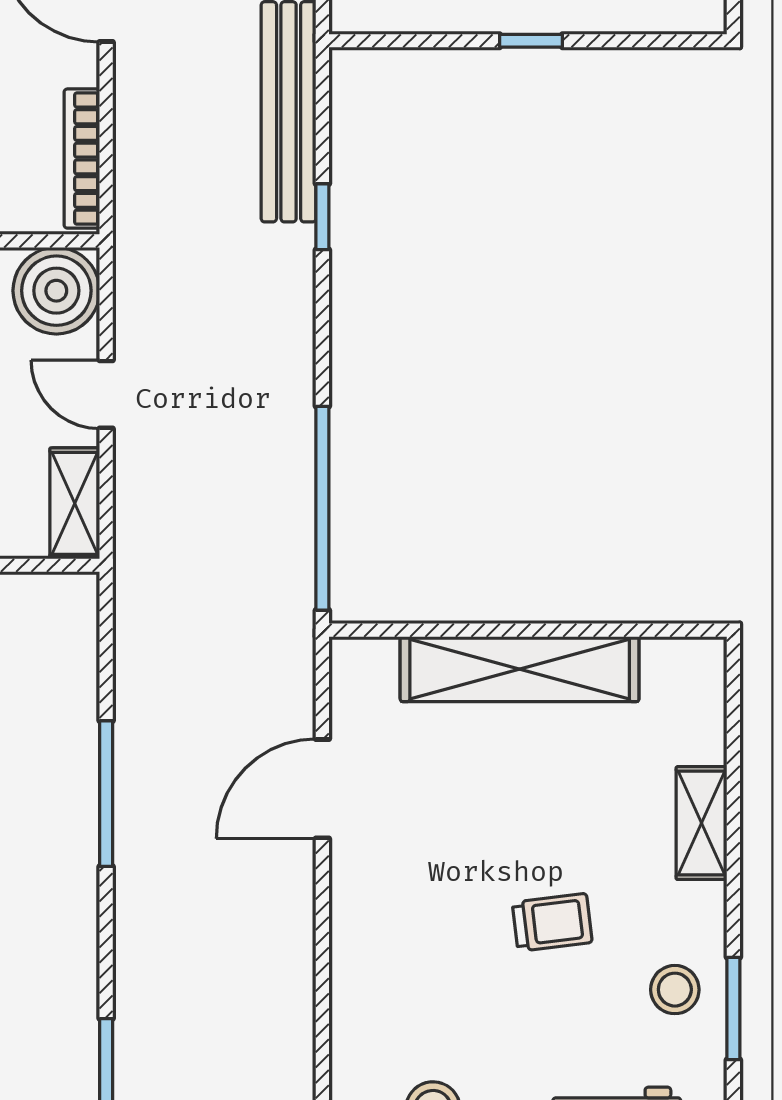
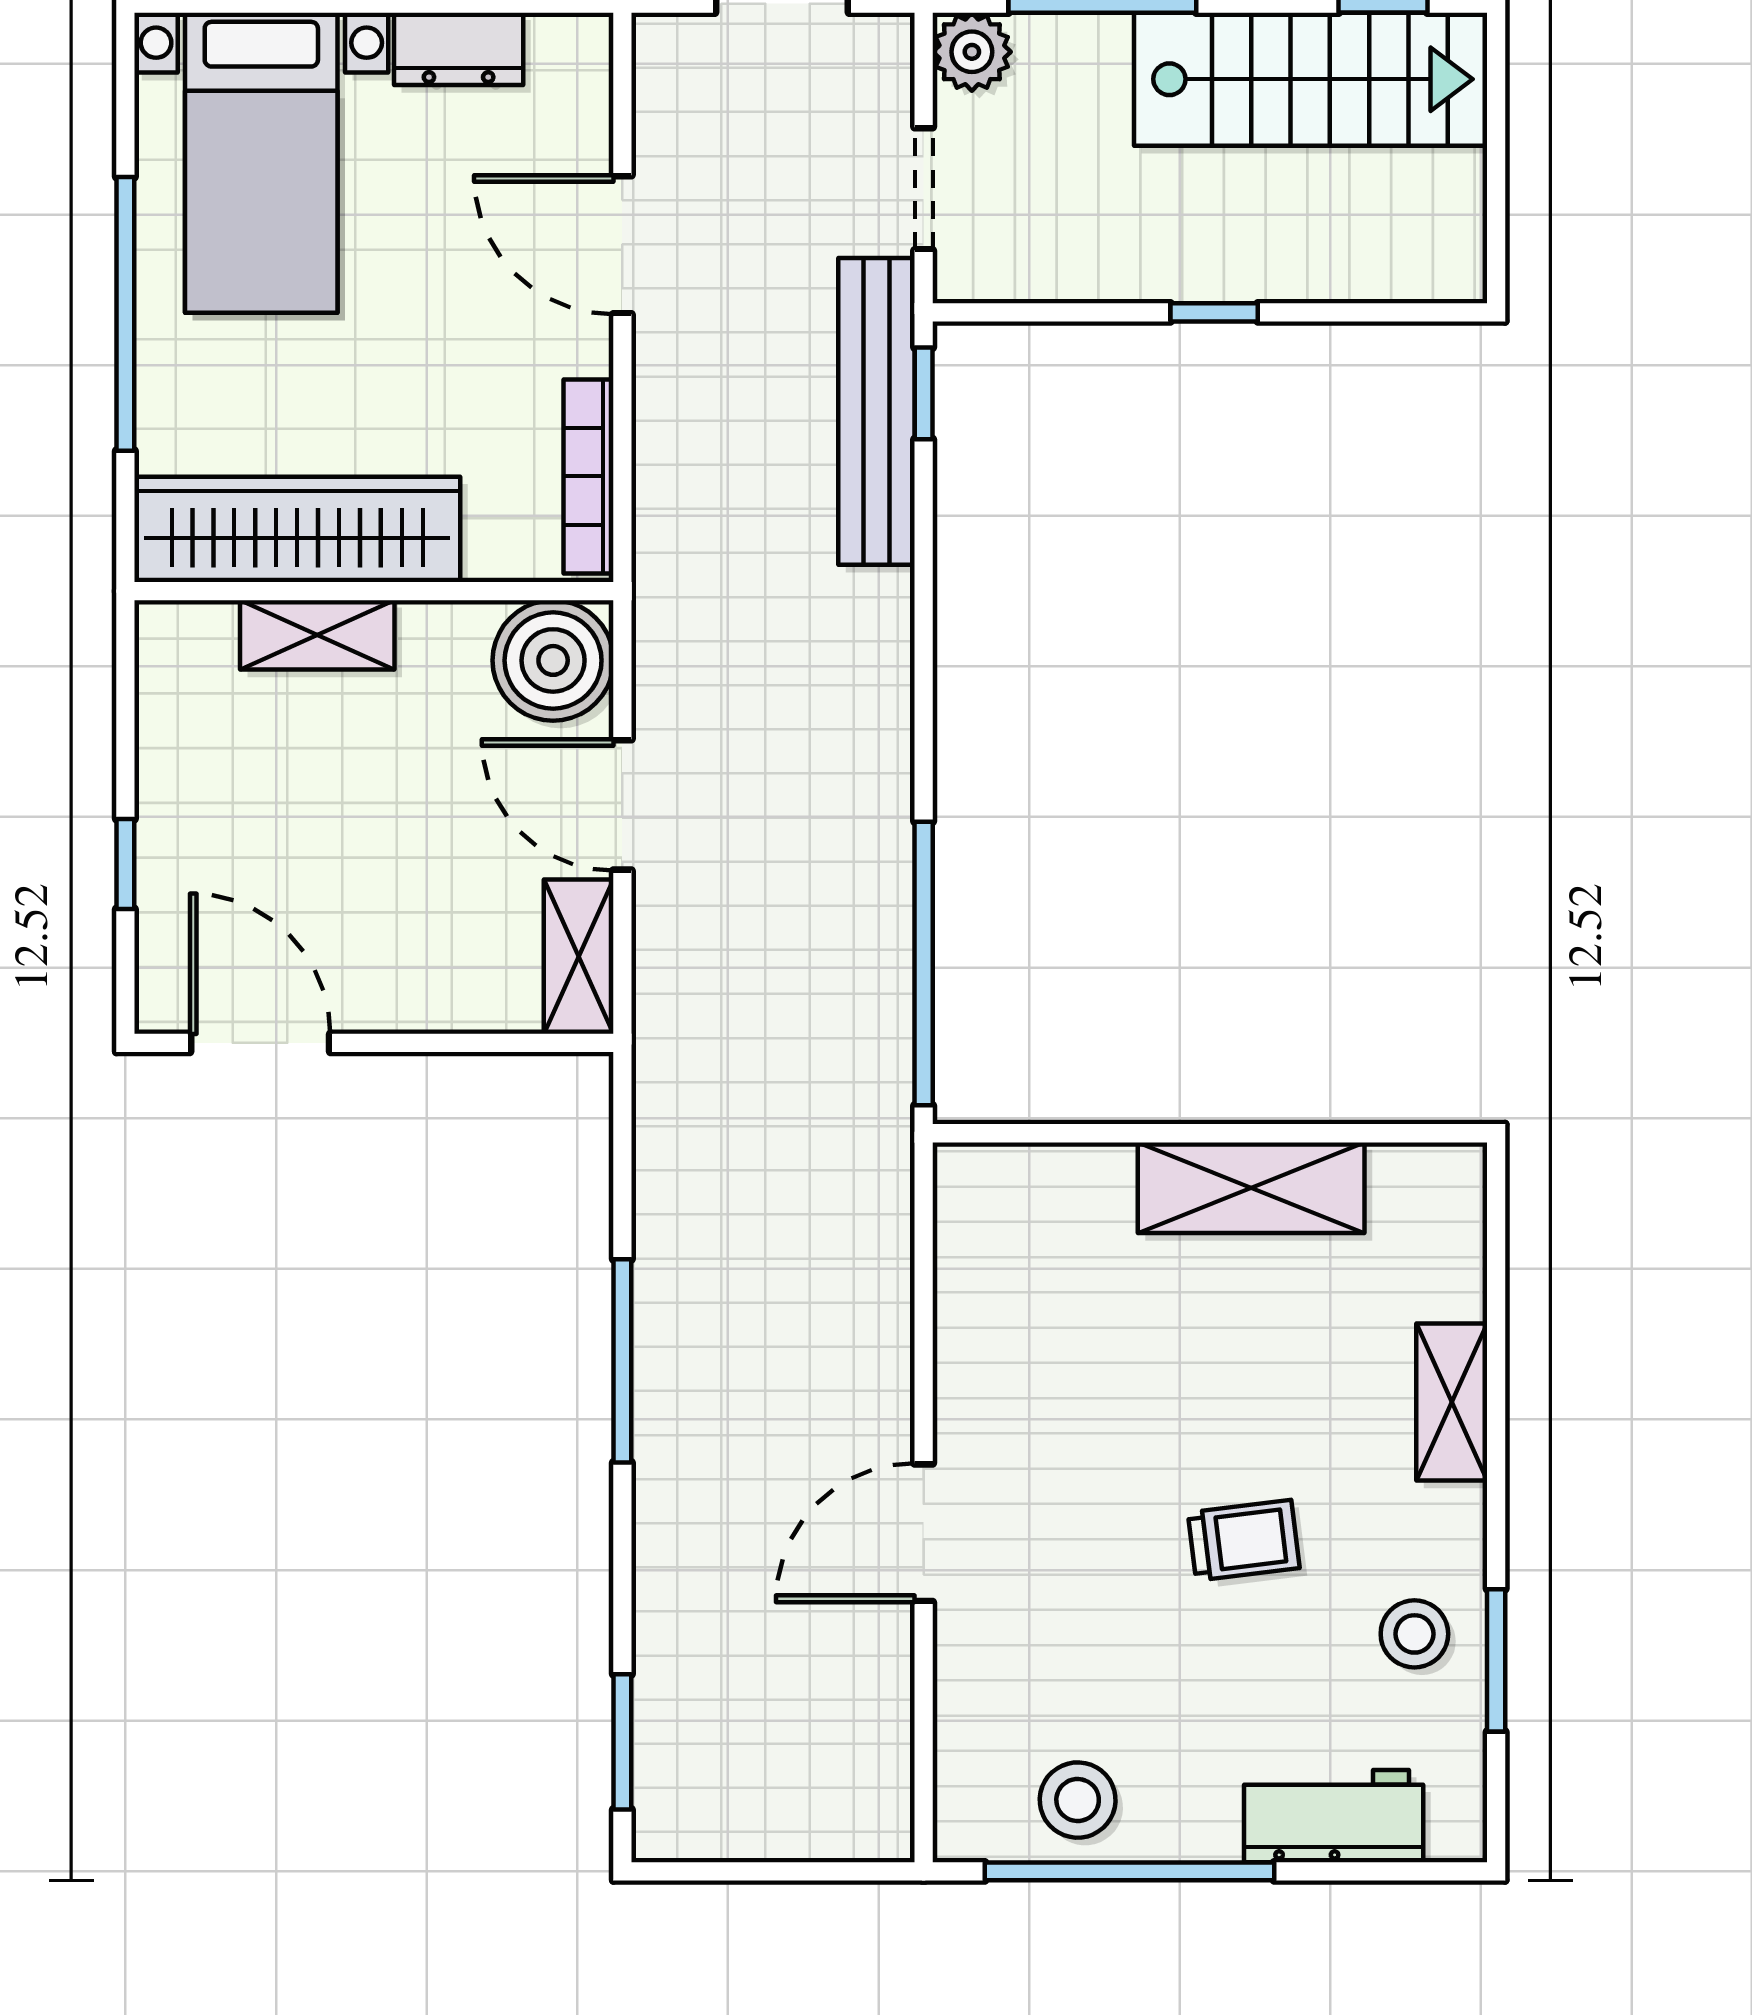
window: (322, 217) -> (924, 393), moved
door: (106, 394) -> (622, 805), width x1.38
shelving: (520, 669) -> (1251, 1188), width x0.68
door: (322, 789) -> (924, 1533), moved

